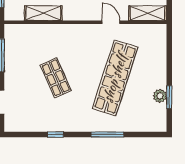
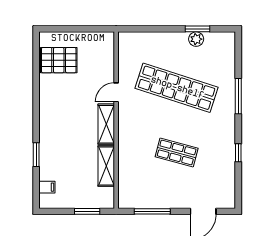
shelving: (148, 13) -> (106, 124), moved
shop shelf: (56, 78) -> (177, 152), turned 39

